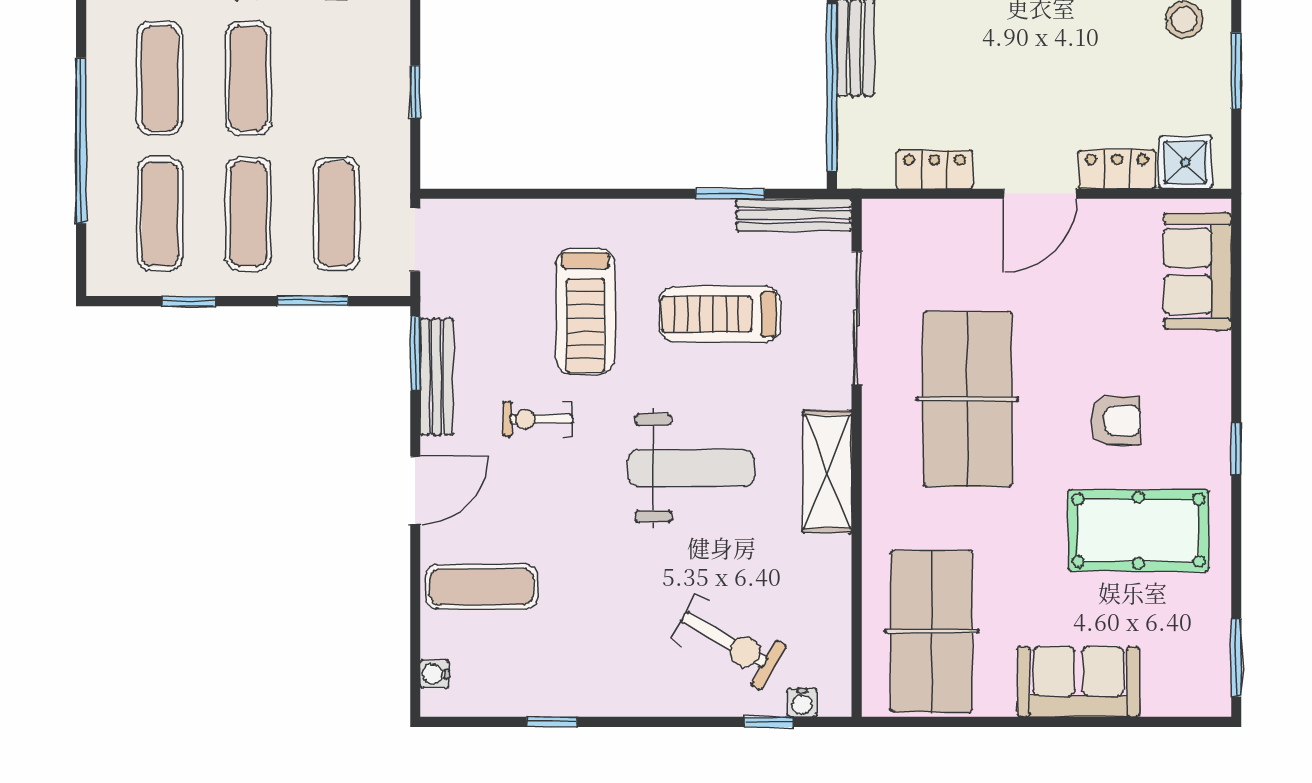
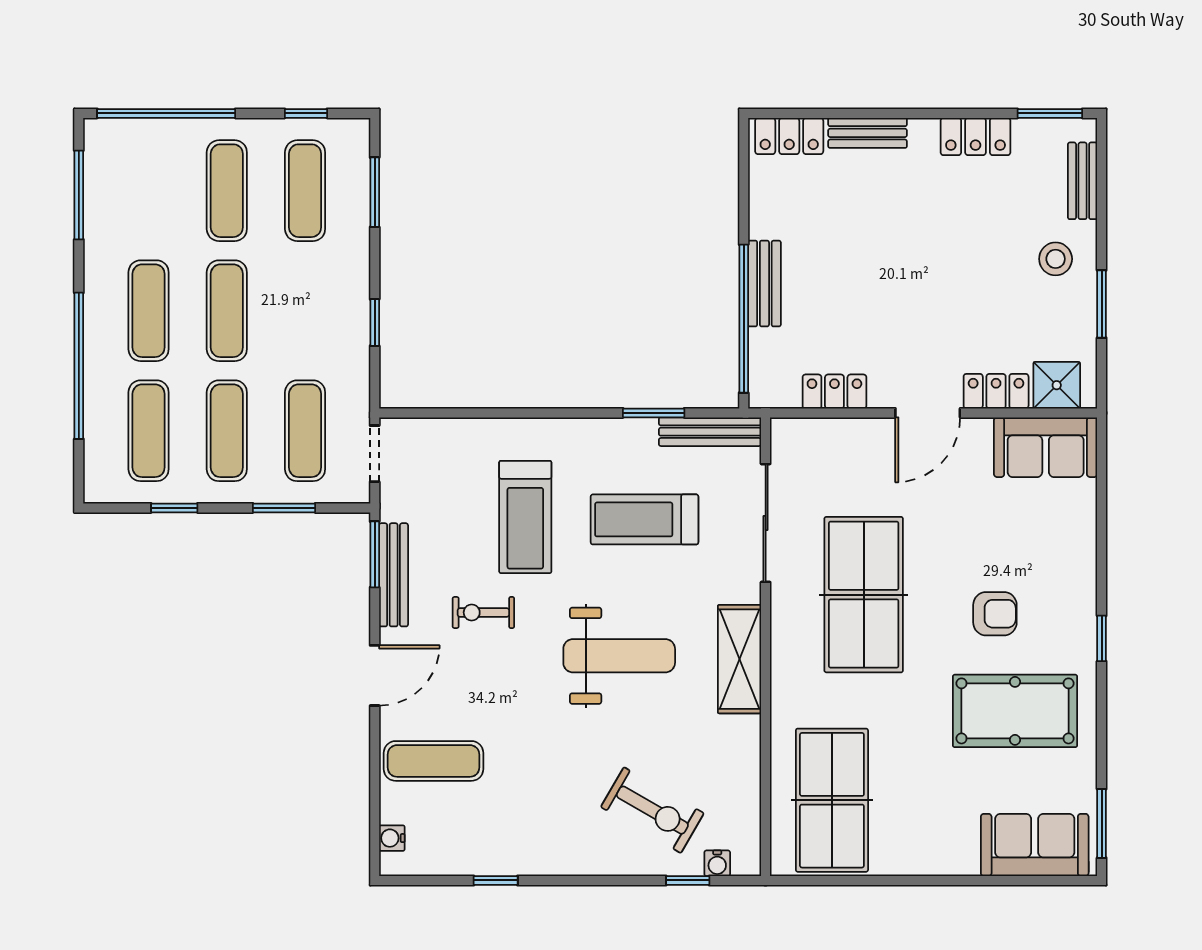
sofa: (1198, 271) -> (1046, 447), moved, turned -90
sofa: (1078, 682) -> (1035, 845), moved

